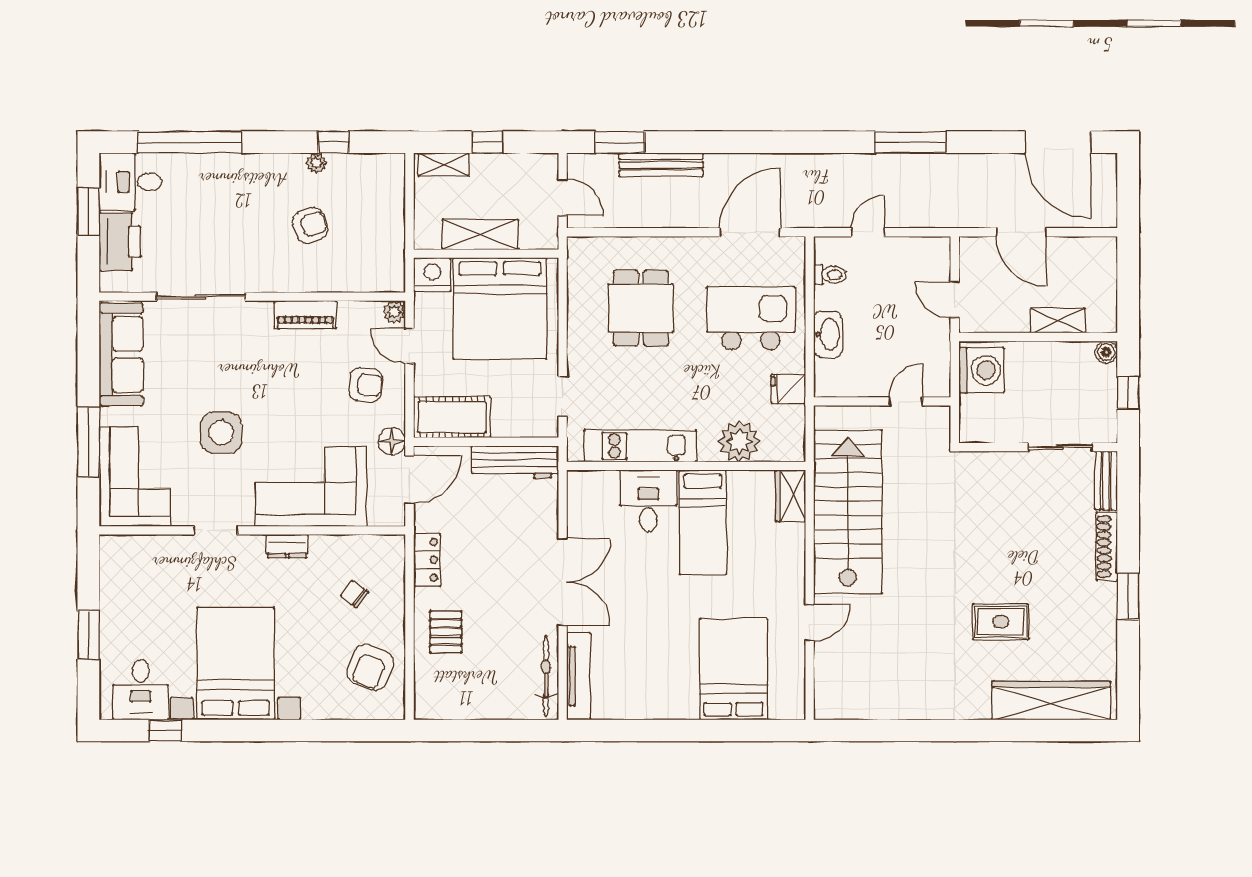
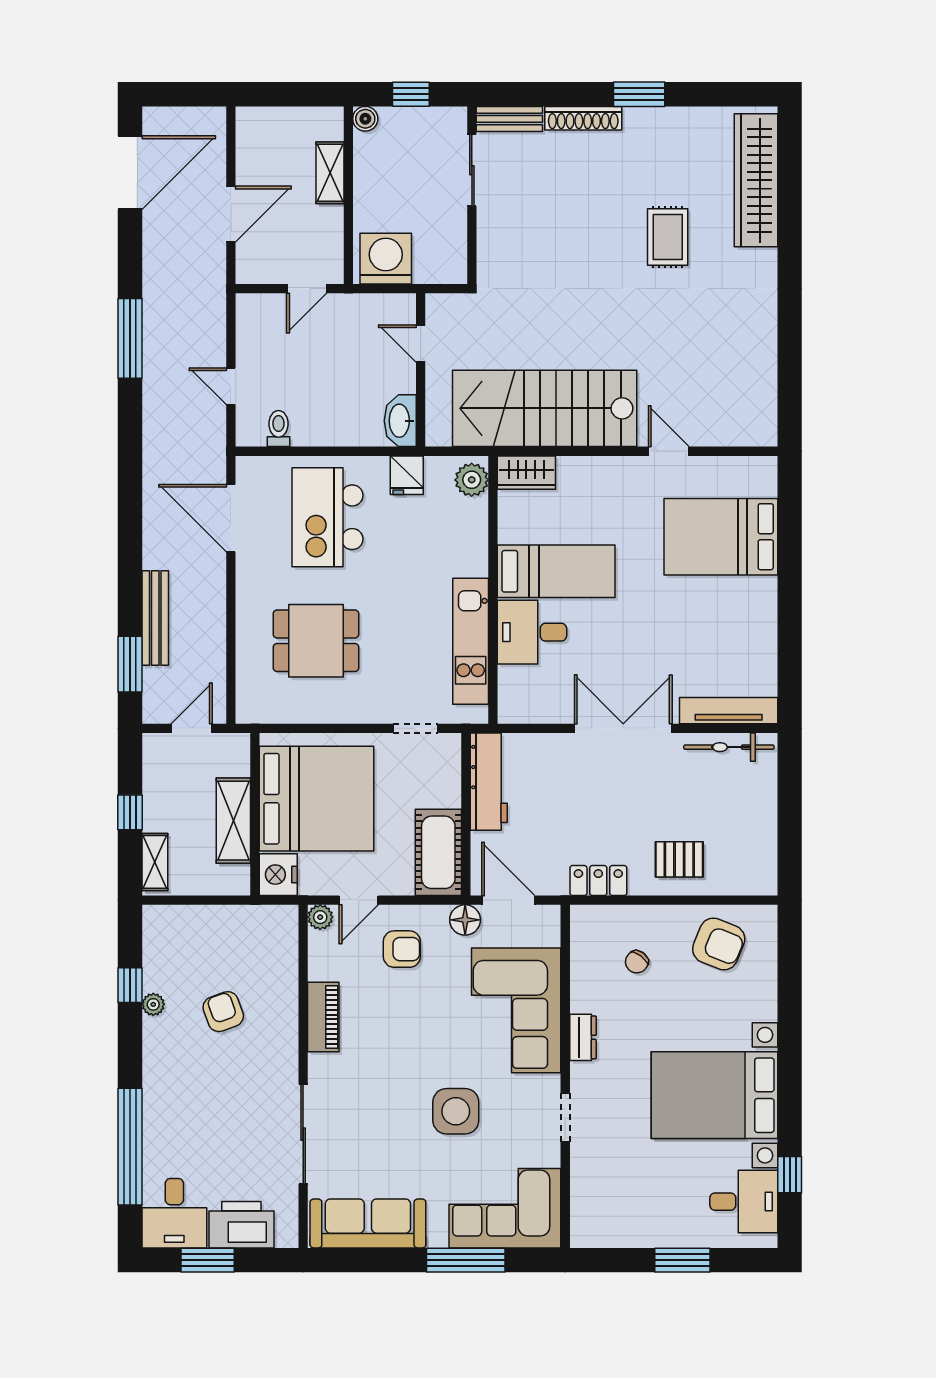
washbasin: (828, 334) -> (400, 421), moved, turned -90
armchair: (366, 385) -> (402, 949), turned 84
plant: (739, 442) -> (472, 480), moved, width x0.73, depth x0.73

